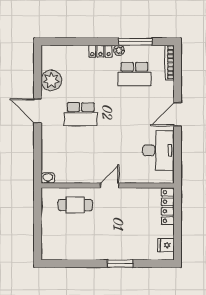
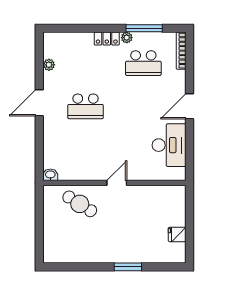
plant: (51, 80) -> (49, 65), width x0.53, depth x0.53
door: (38, 111) -> (39, 103), hinge flipped
cafe table: (75, 205) -> (80, 204), turned 32
locker: (168, 207) -> (179, 206), removed
fridge: (166, 245) -> (177, 234), moved

